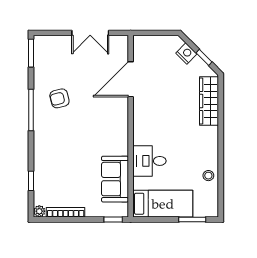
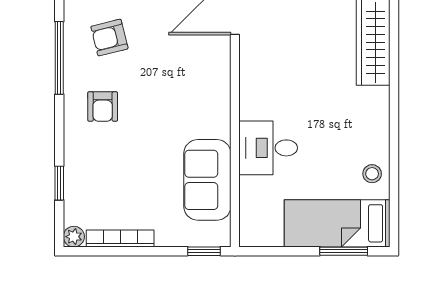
armchair: (56, 137) -> (103, 107), added
bed: (163, 204) -> (337, 223), moved, turned 180

